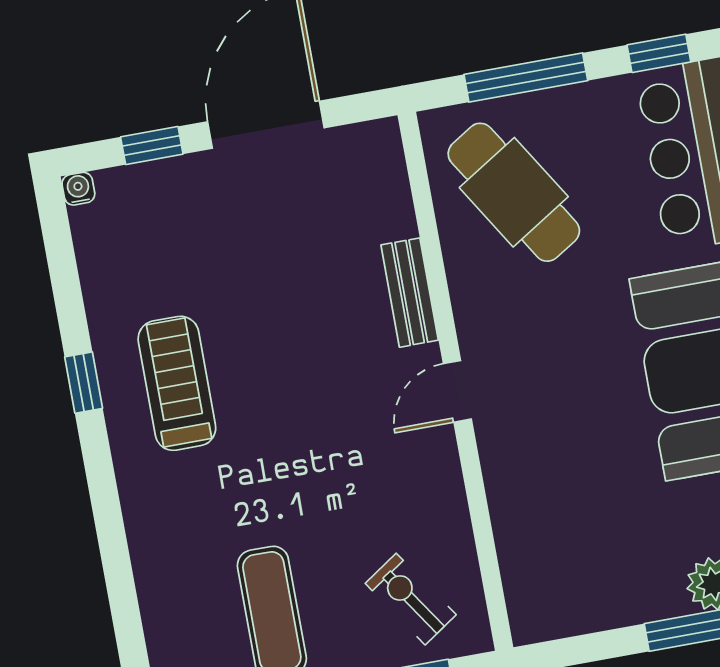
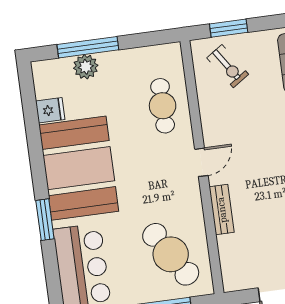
cafe table: (545, 508) -> (163, 106), added

